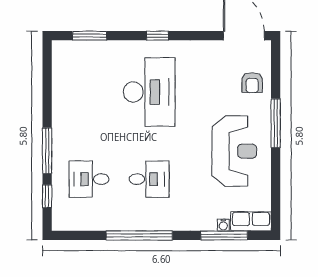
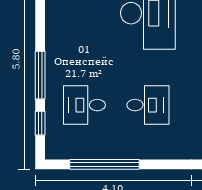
window: (139, 235) -> (104, 164), moved

